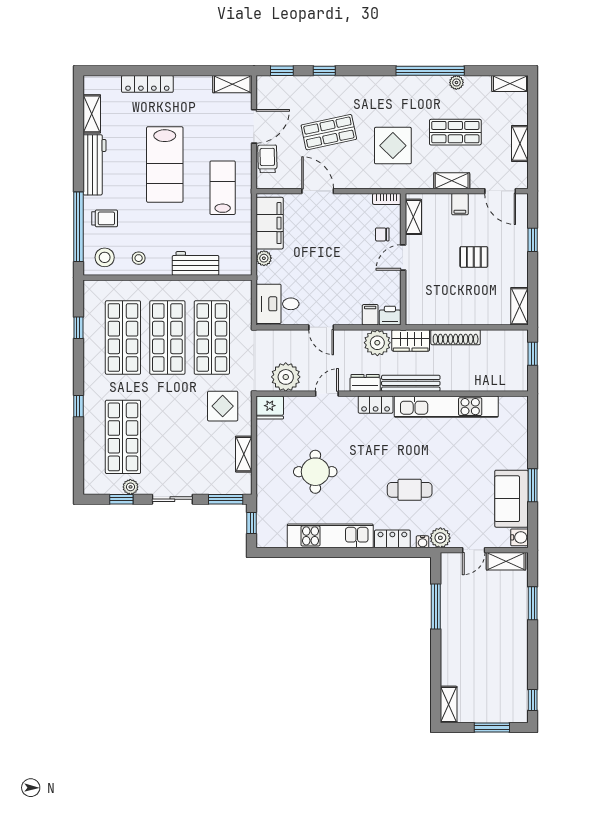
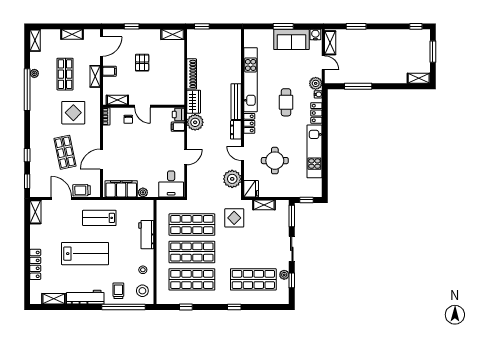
plant: (286, 377) -> (232, 179), moved
dresser: (365, 383) -> (236, 130), moved
bench: (411, 383) -> (236, 102), moved
door: (327, 394) -> (243, 154), moved
wall: (392, 394) -> (243, 113), moved
locker: (376, 405) -> (249, 123), moved
kitchen unit: (446, 407) -> (251, 80), moved
fridge: (270, 408) -> (251, 189), moved

